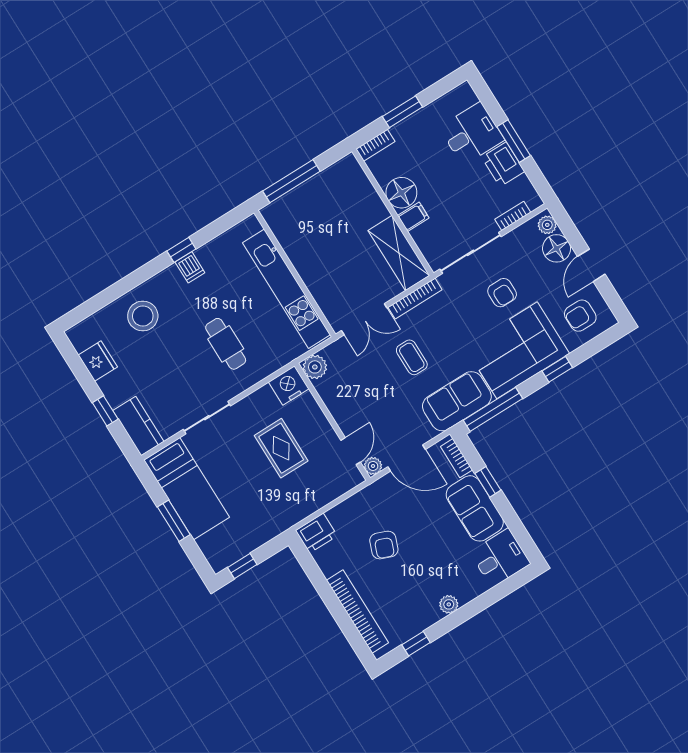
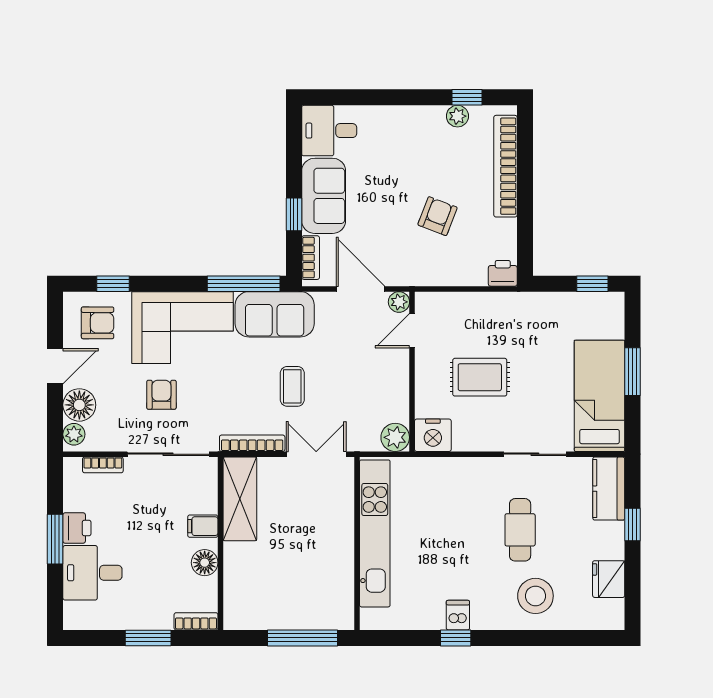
printer: (503, 164) -> (77, 528), width x0.73, depth x0.81
floor lamp: (401, 193) -> (205, 563), width x0.73, depth x0.73
cafe table: (226, 344) -> (520, 530), moved
window: (557, 369) -> (113, 284), moved
rug: (281, 448) -> (480, 377), turned 90
printer: (316, 533) -> (503, 273), width x0.73, depth x0.81
plant: (449, 604) -> (457, 116), moved

